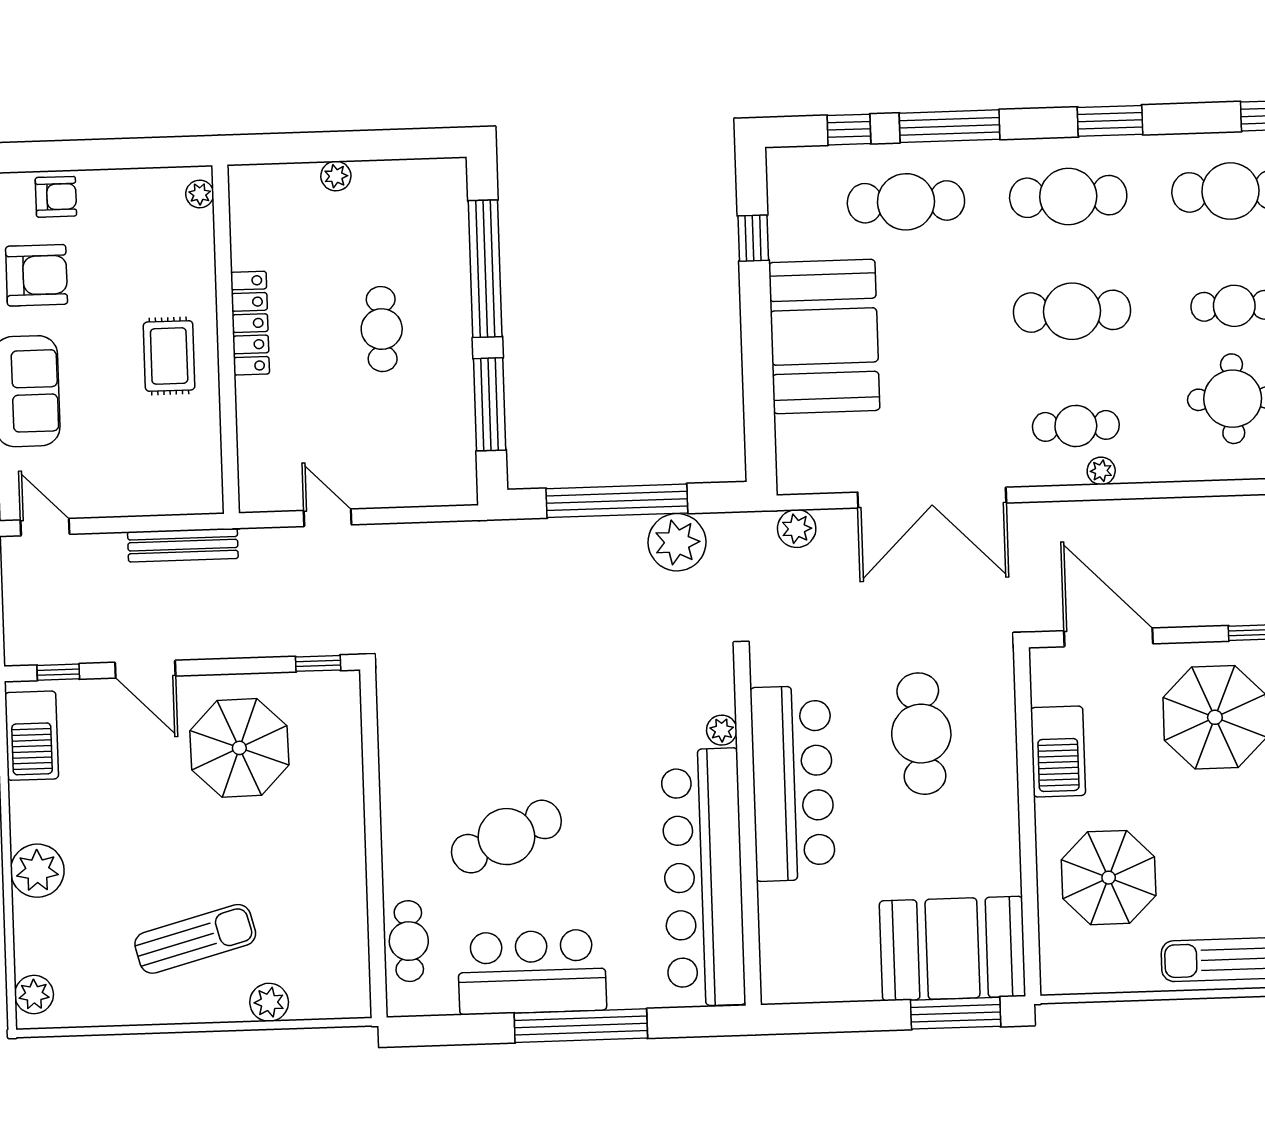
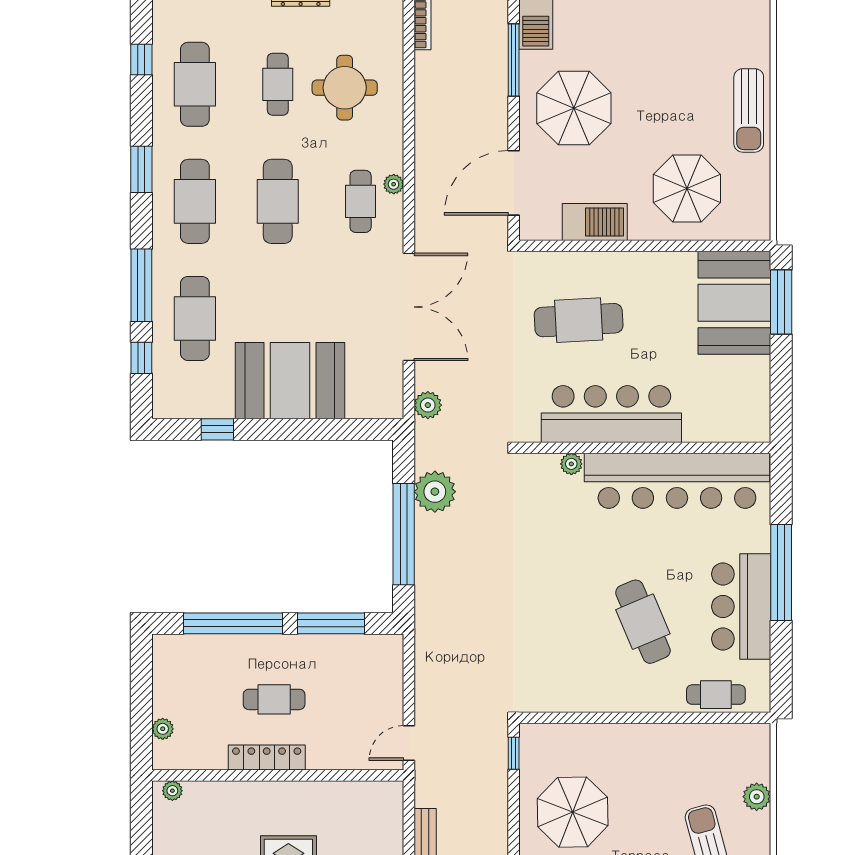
plant: (200, 194) -> (172, 791), moved
locker: (250, 323) -> (267, 757), moved
wall: (226, 339) -> (278, 775), moved

